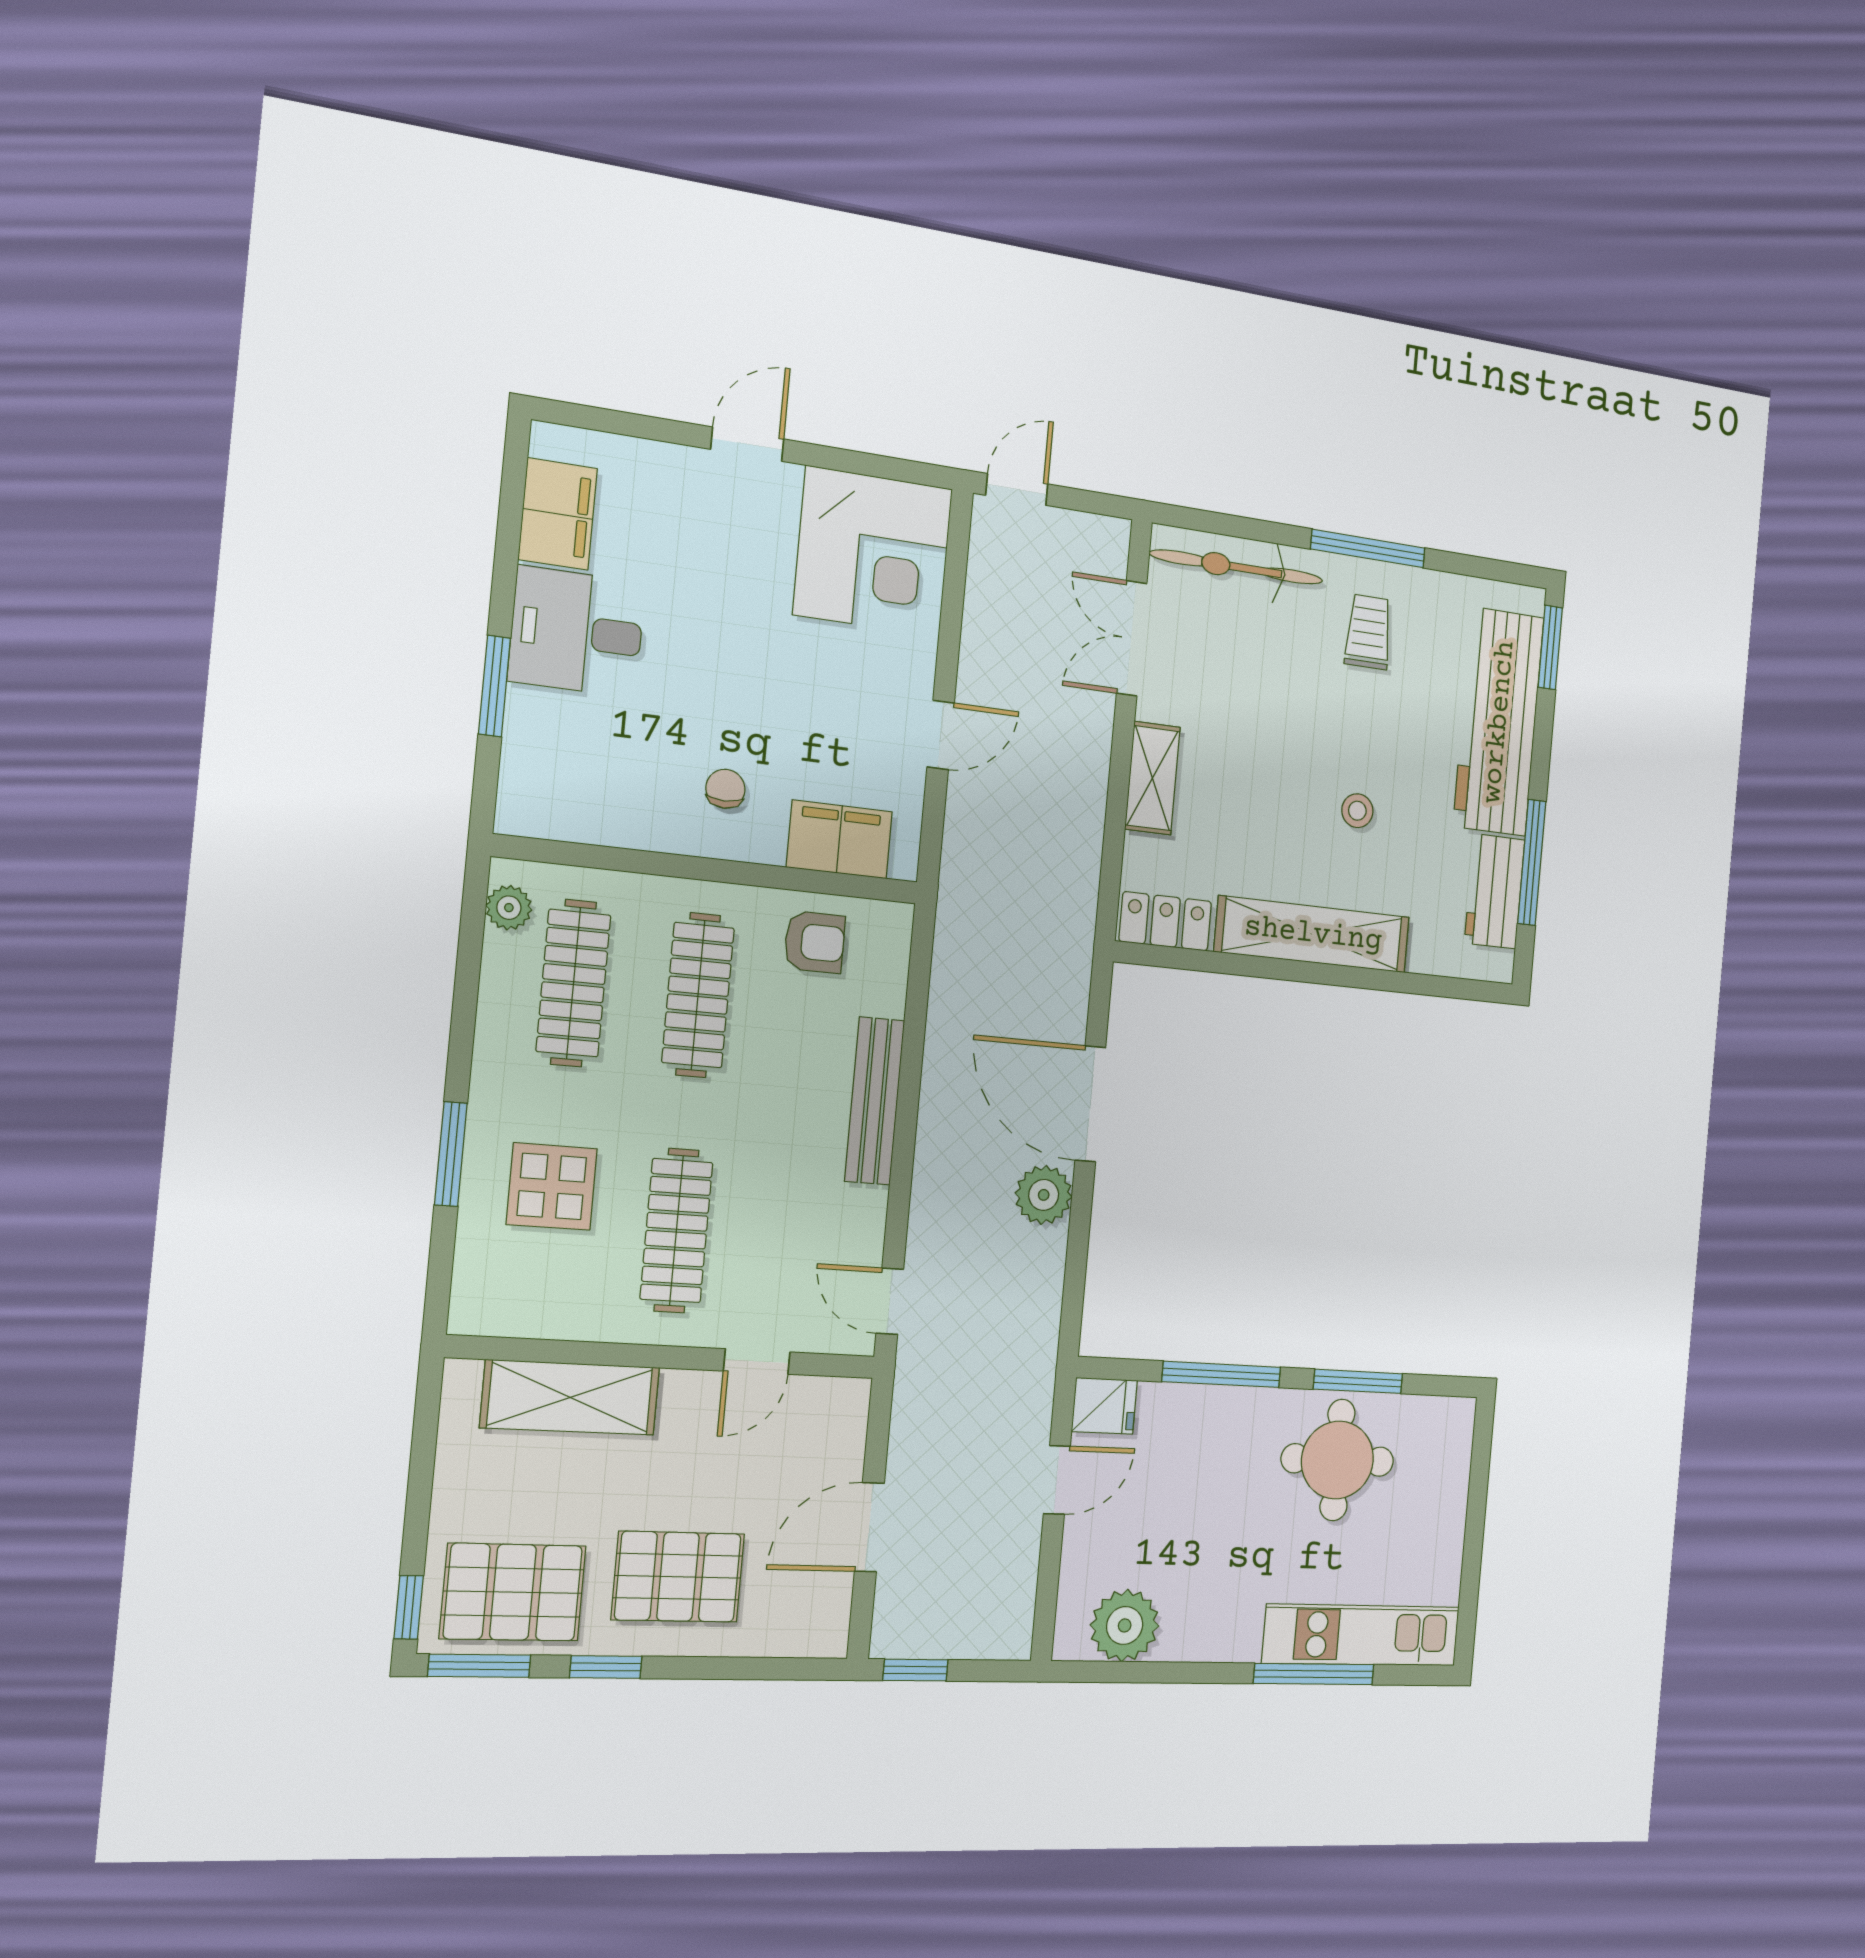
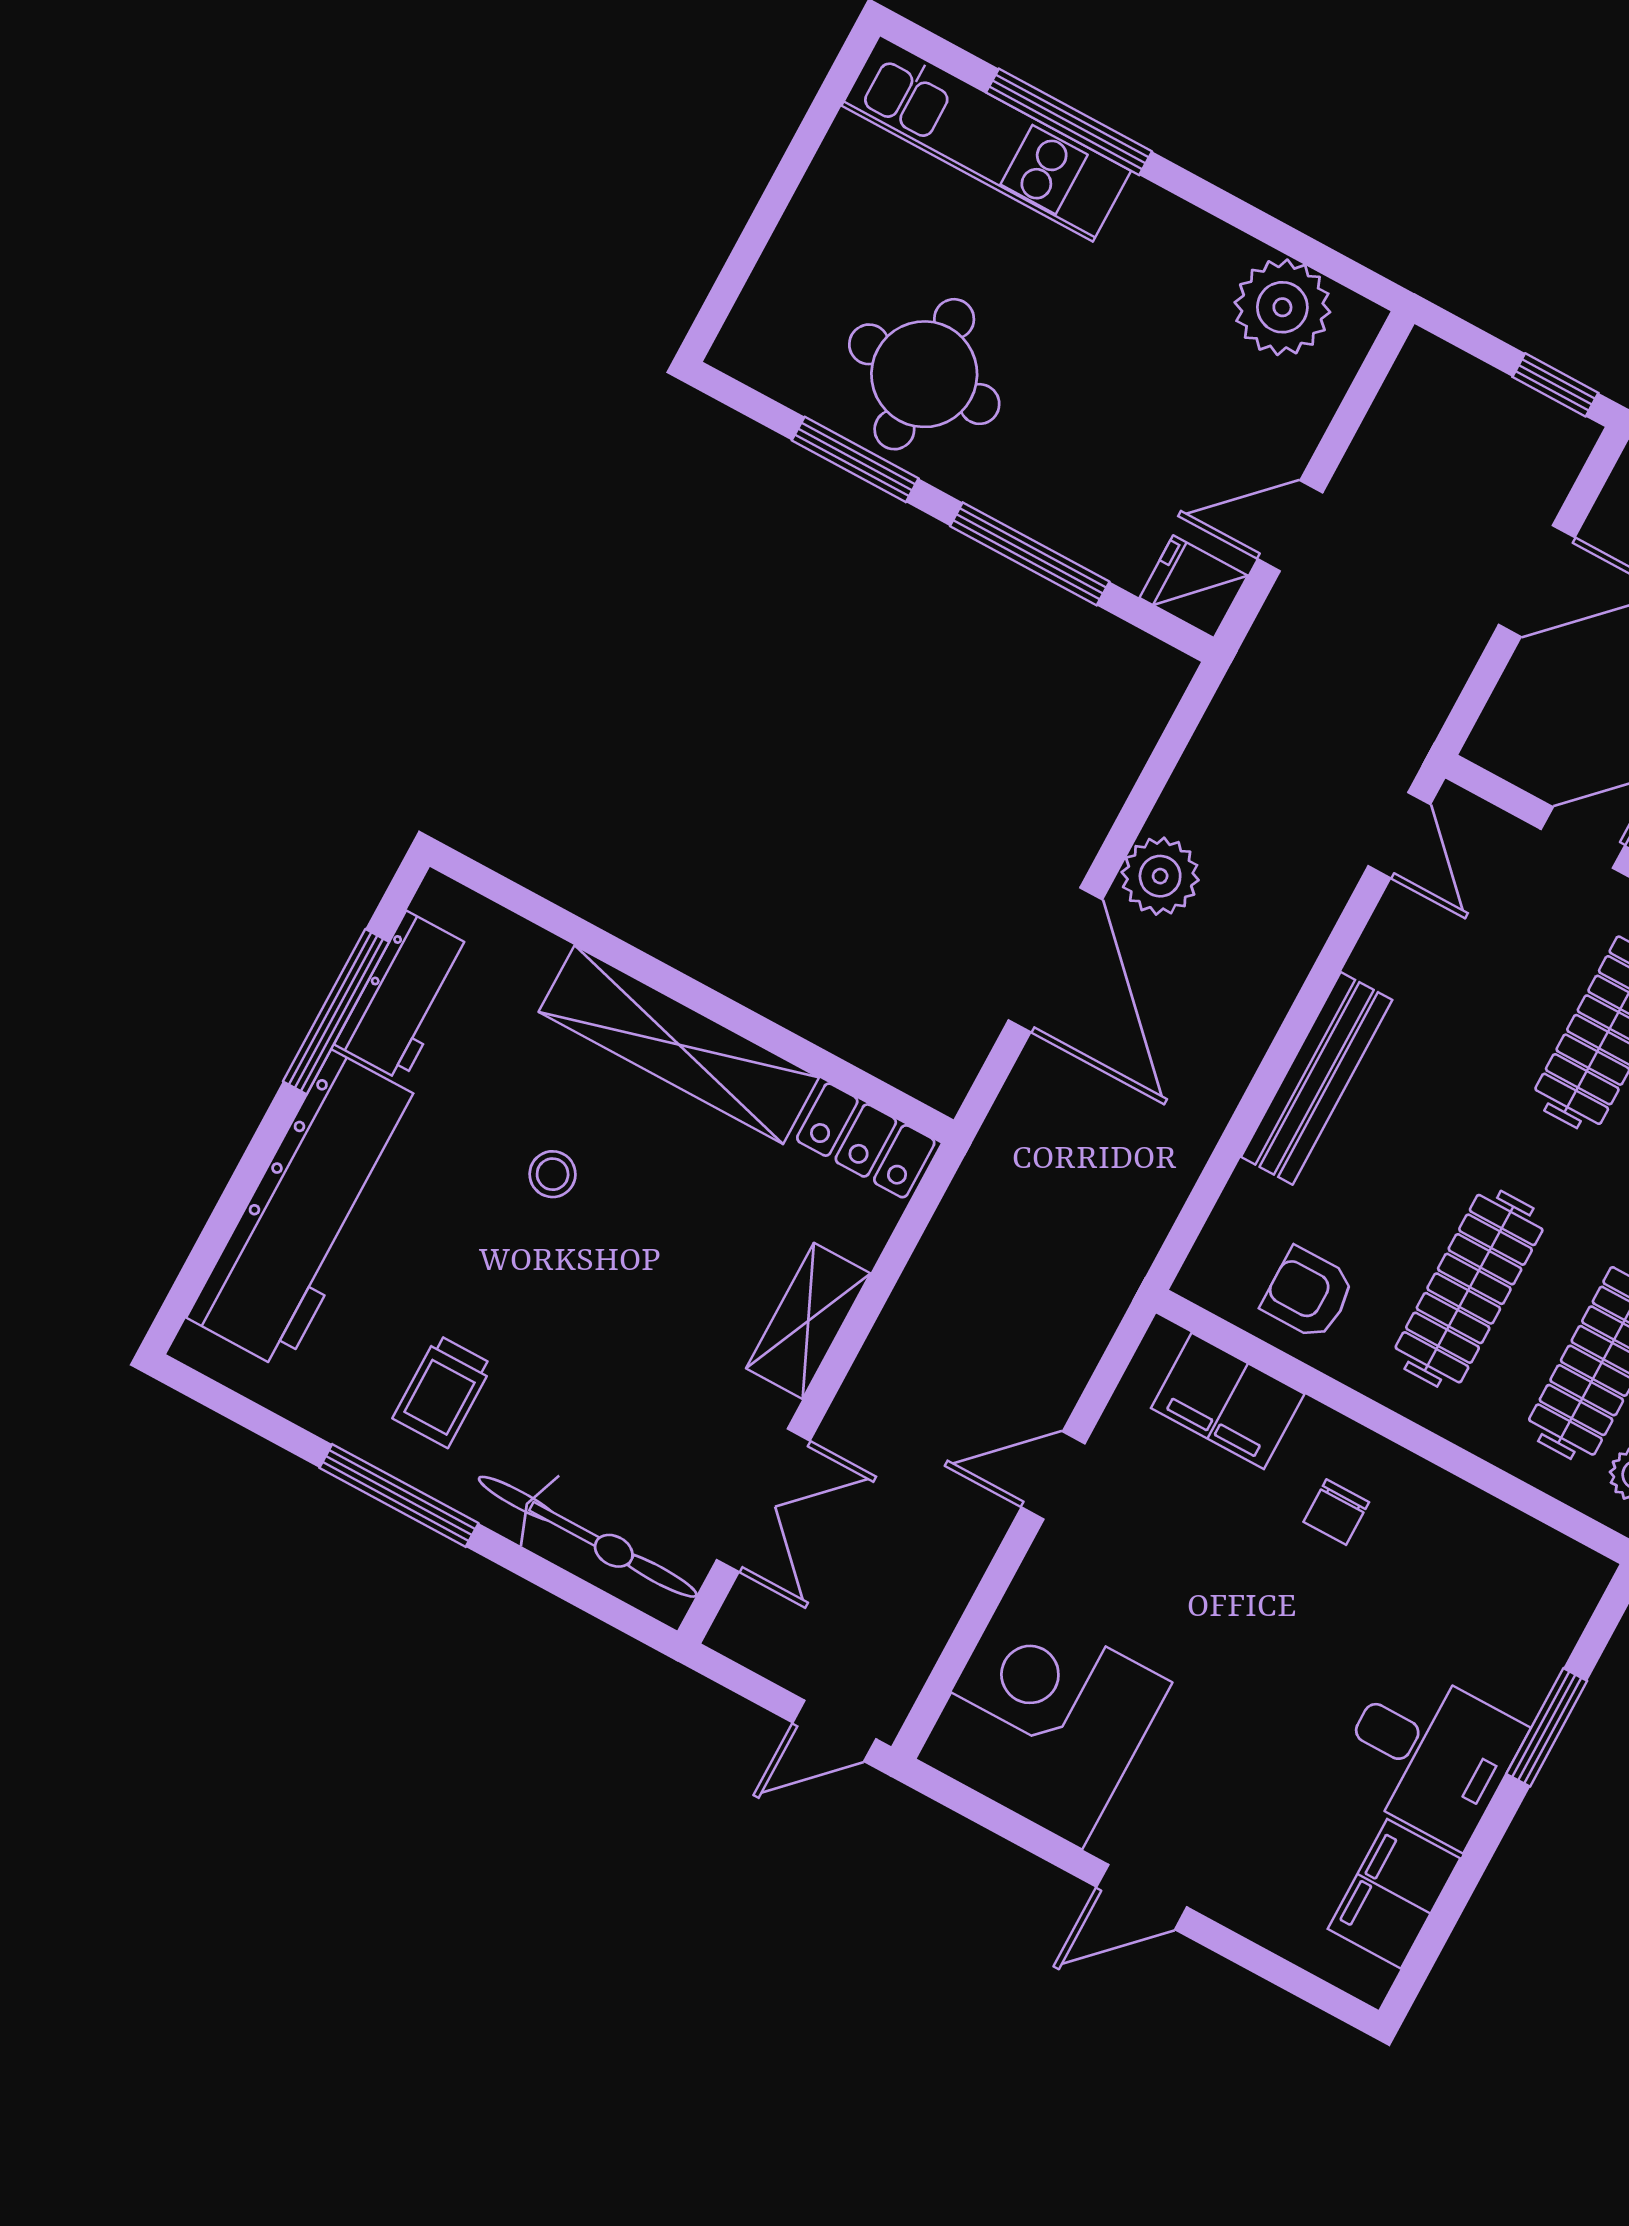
window: (1550, 647) -> (193, 1277), removed

